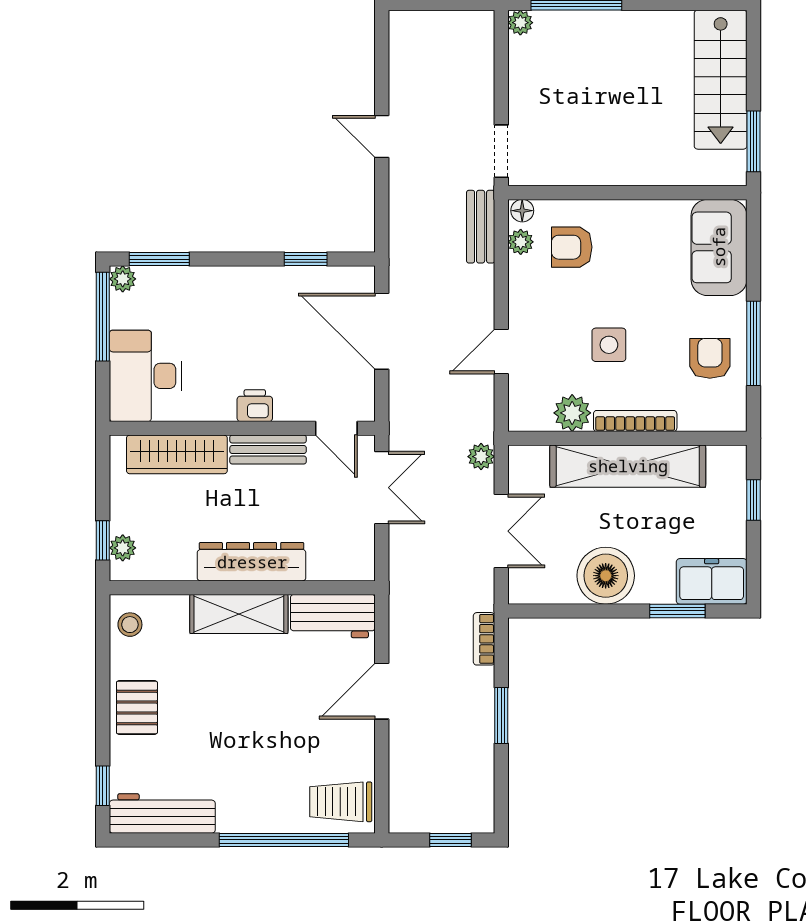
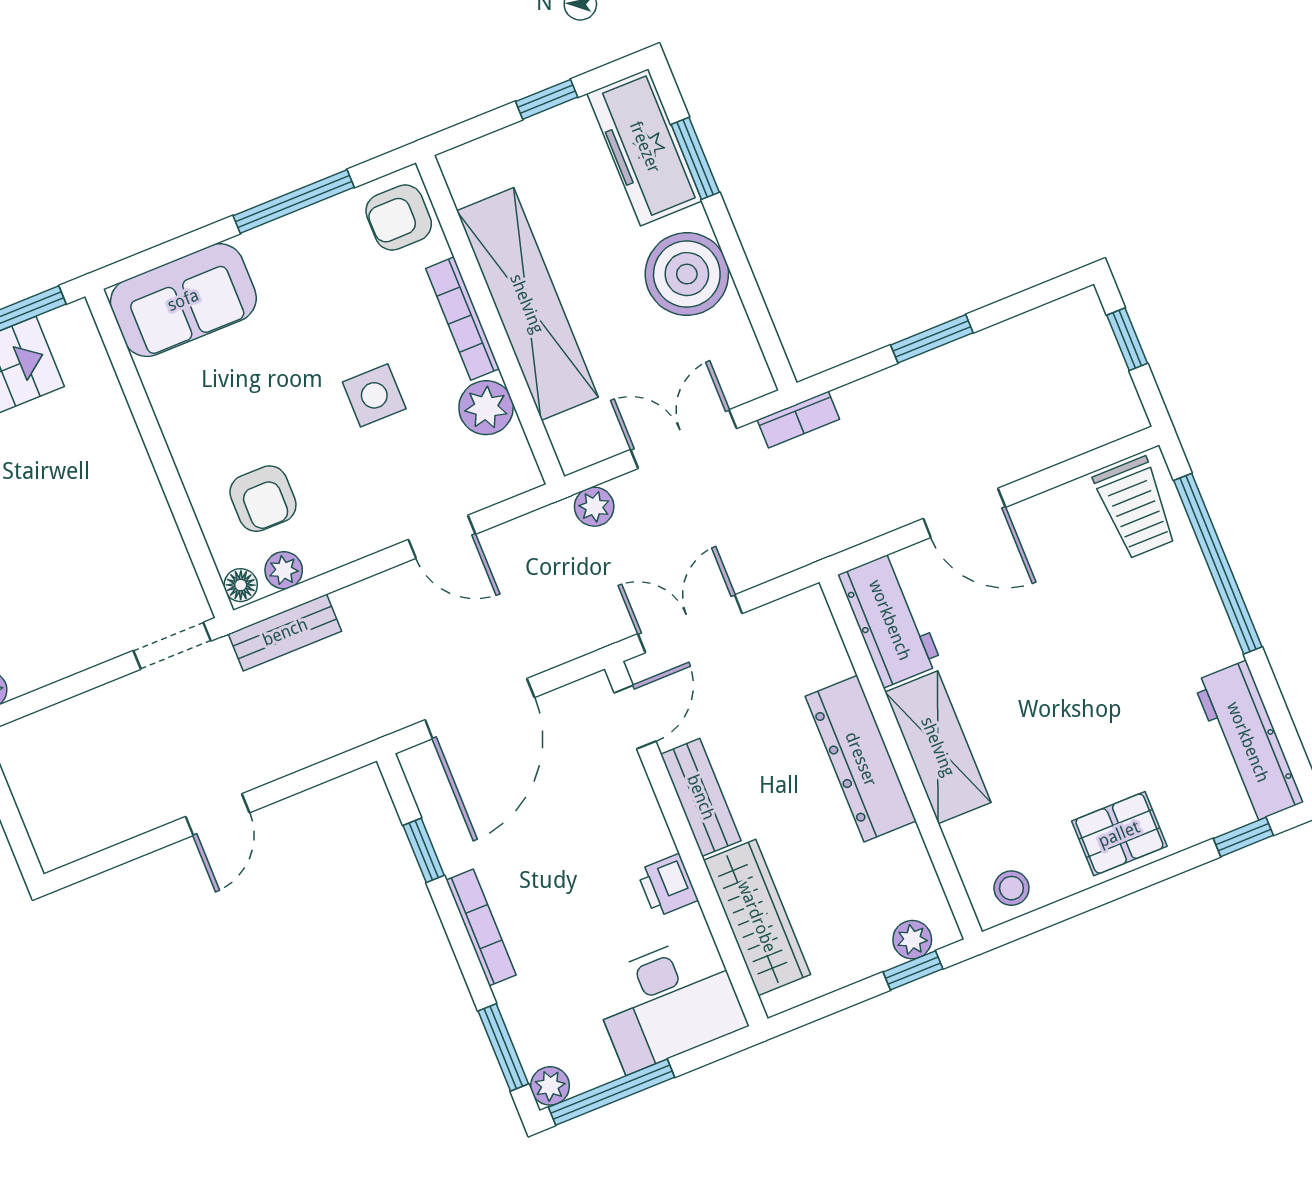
bookcase: (242, 276) -> (481, 928), added
armchair: (710, 358) -> (399, 217), moved
printer: (255, 406) -> (668, 885), moved
window: (753, 500) -> (547, 99), moved
freezer: (712, 581) -> (645, 147), width x1.40
bookcase: (484, 639) -> (798, 420), moved

